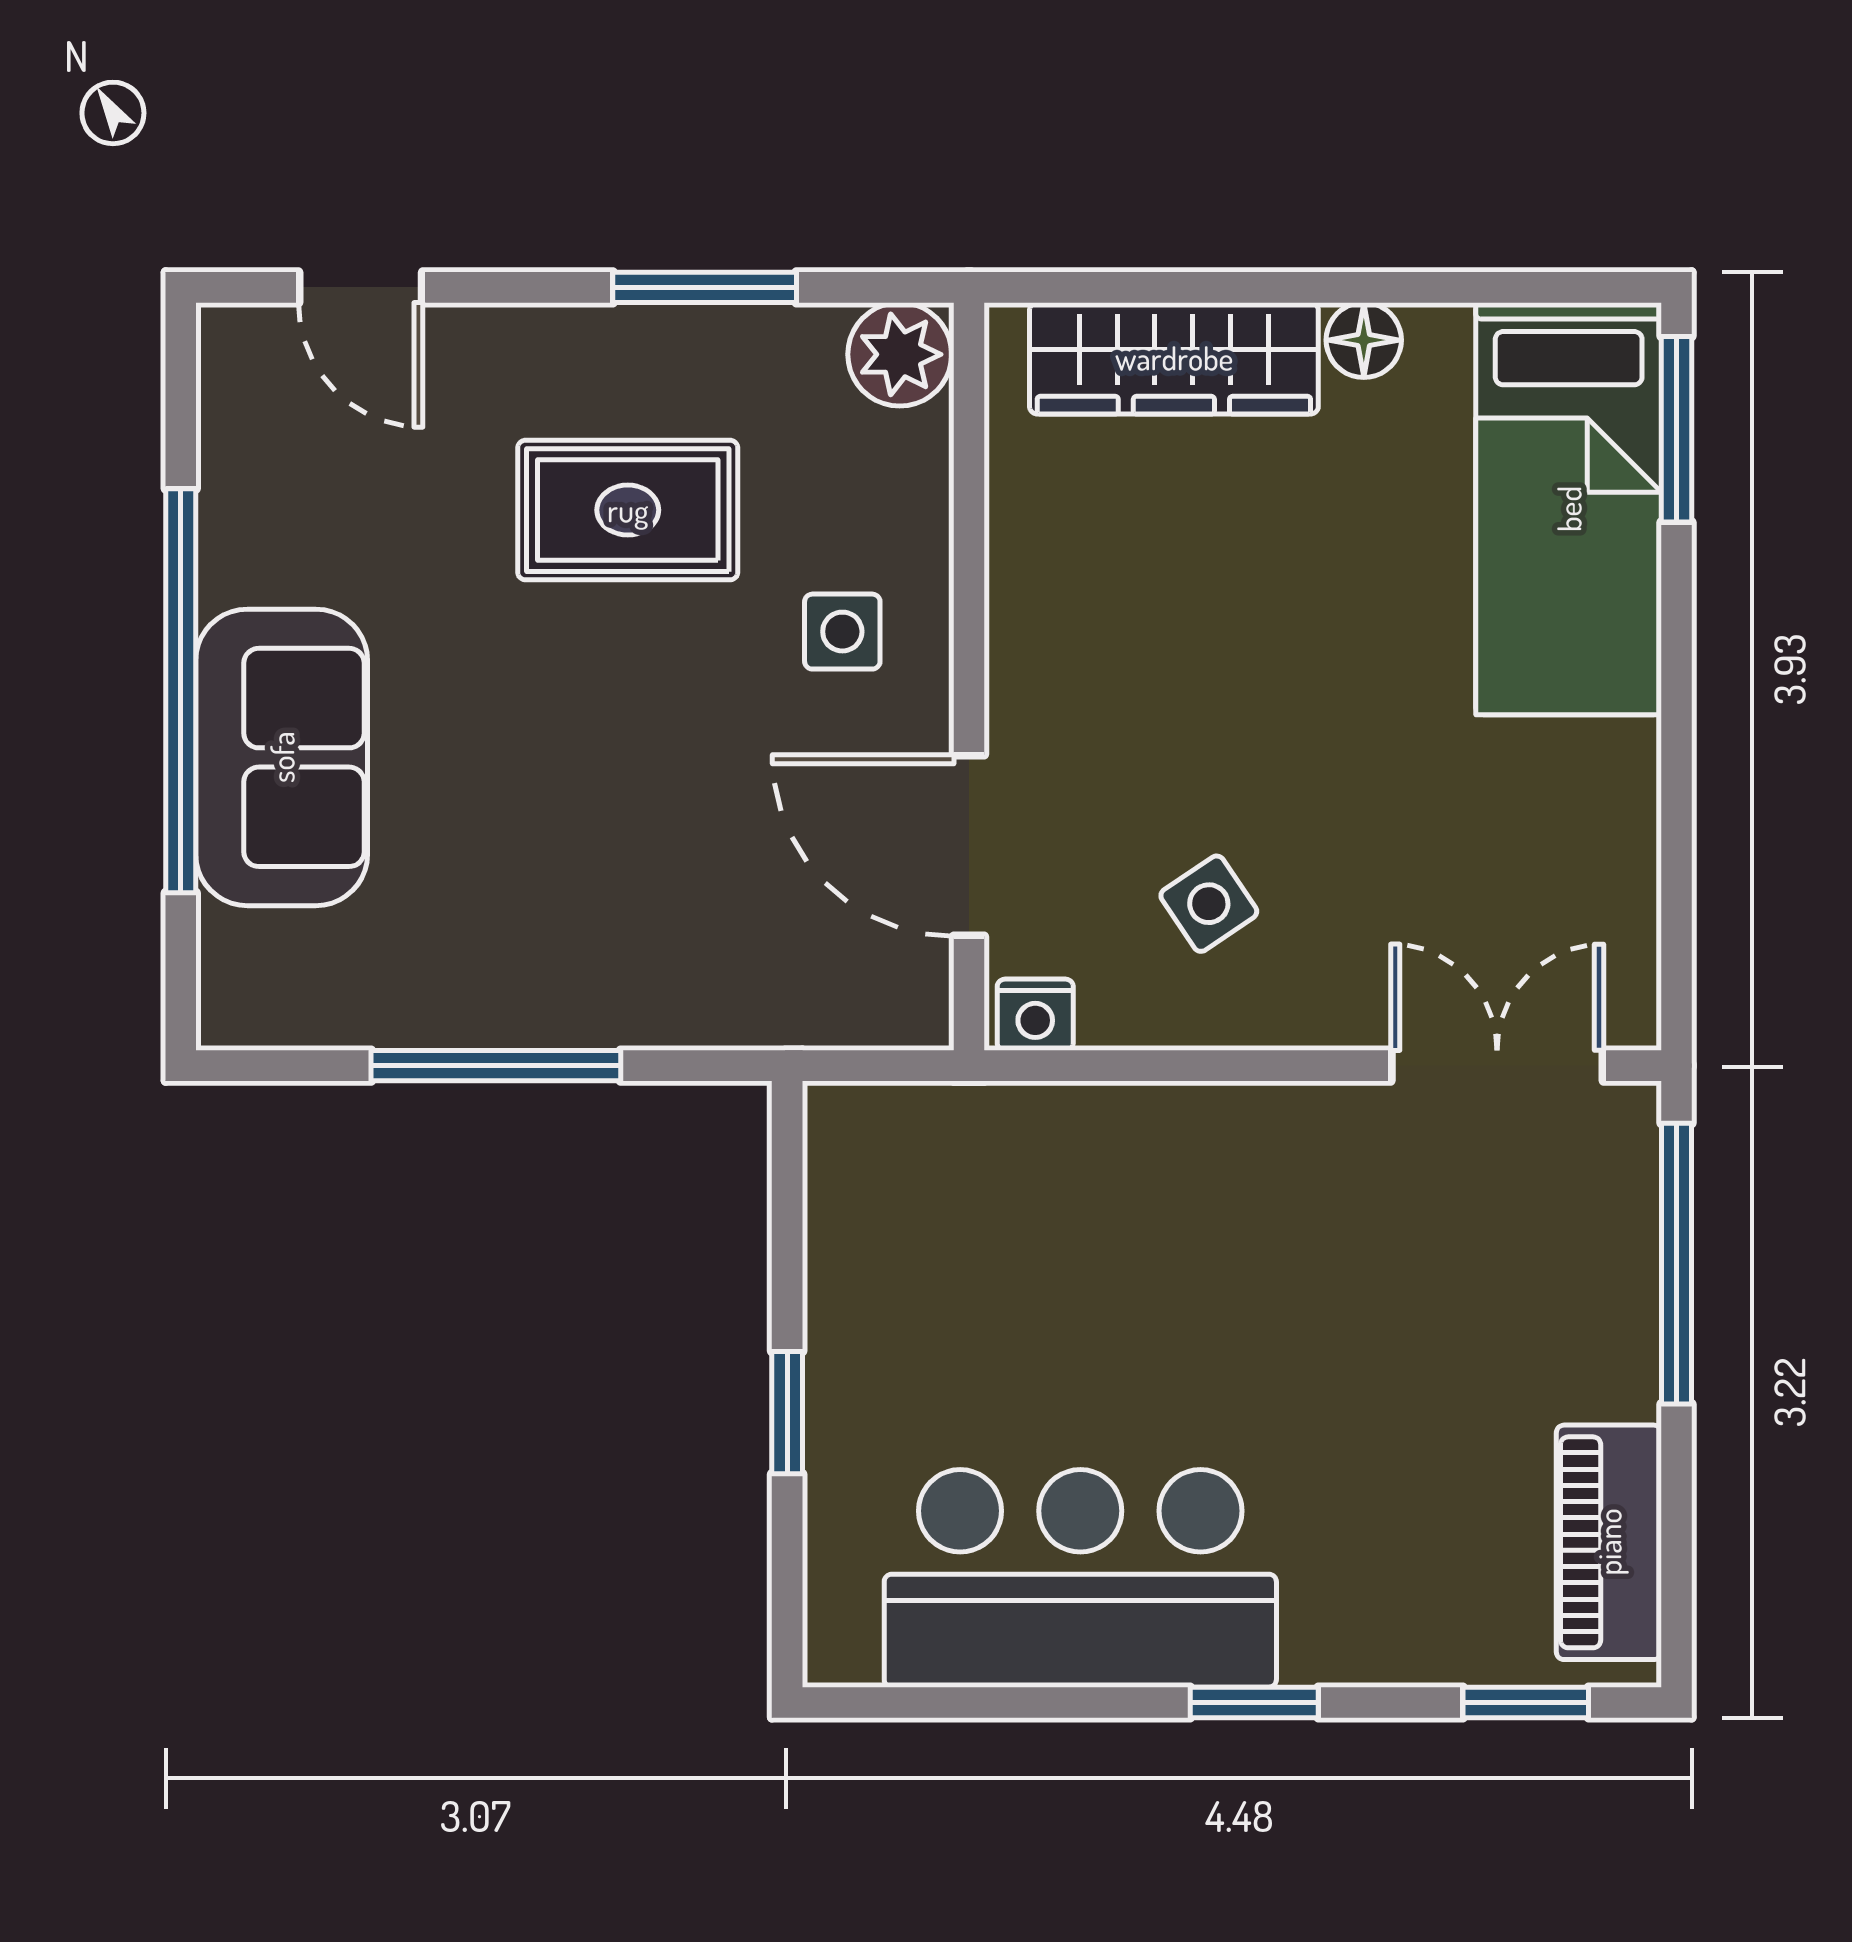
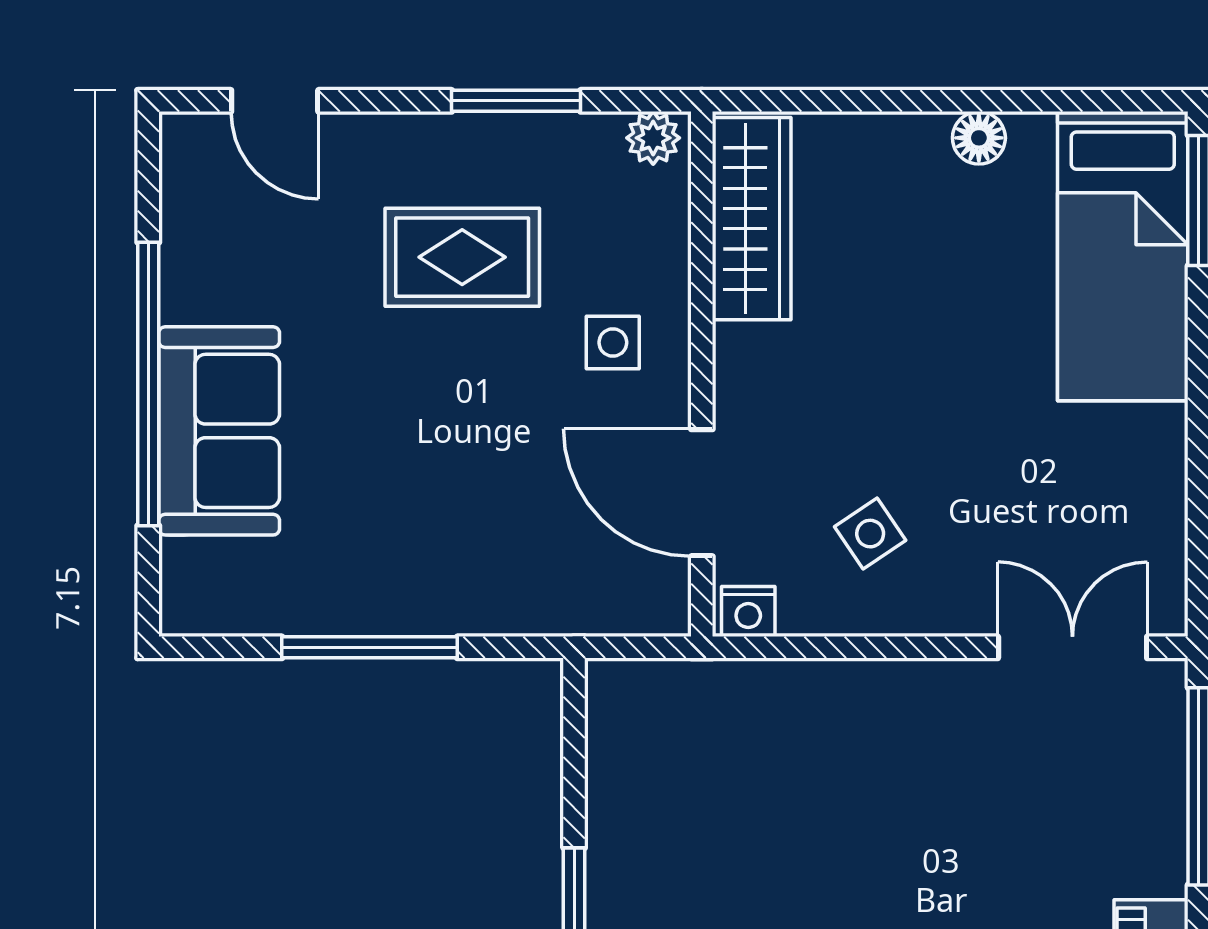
plant: (900, 354) -> (653, 138), width x0.73, depth x0.73
wardrobe: (1174, 358) -> (752, 219), moved, turned -90

